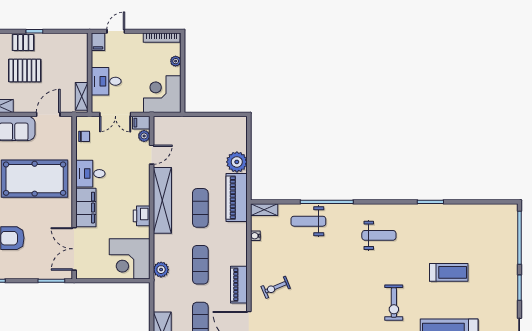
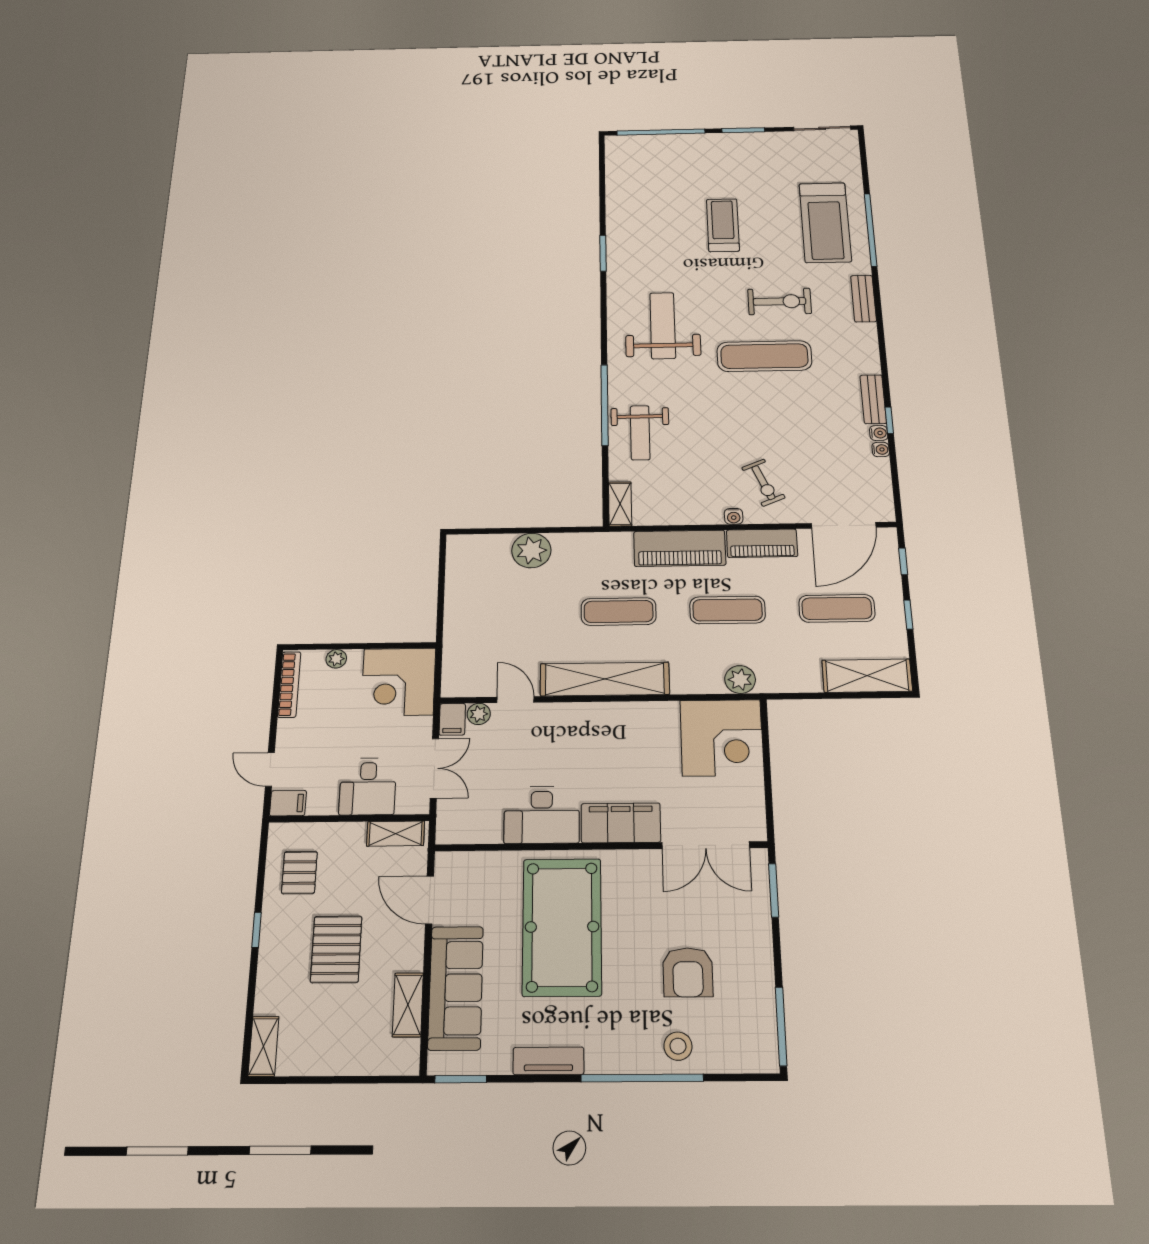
pallet: (23, 43) -> (299, 873), moved
chair: (84, 136) -> (477, 828), removed
desk: (90, 174) -> (542, 815), width x1.37
piano: (237, 198) -> (680, 548), moved
printer: (142, 216) -> (636, 716), removed
weight bench: (379, 235) -> (663, 326), width x1.36, depth x1.33
water cooler: (255, 236) -> (734, 516), moved
exercise mat: (357, 292) -> (764, 356), added

